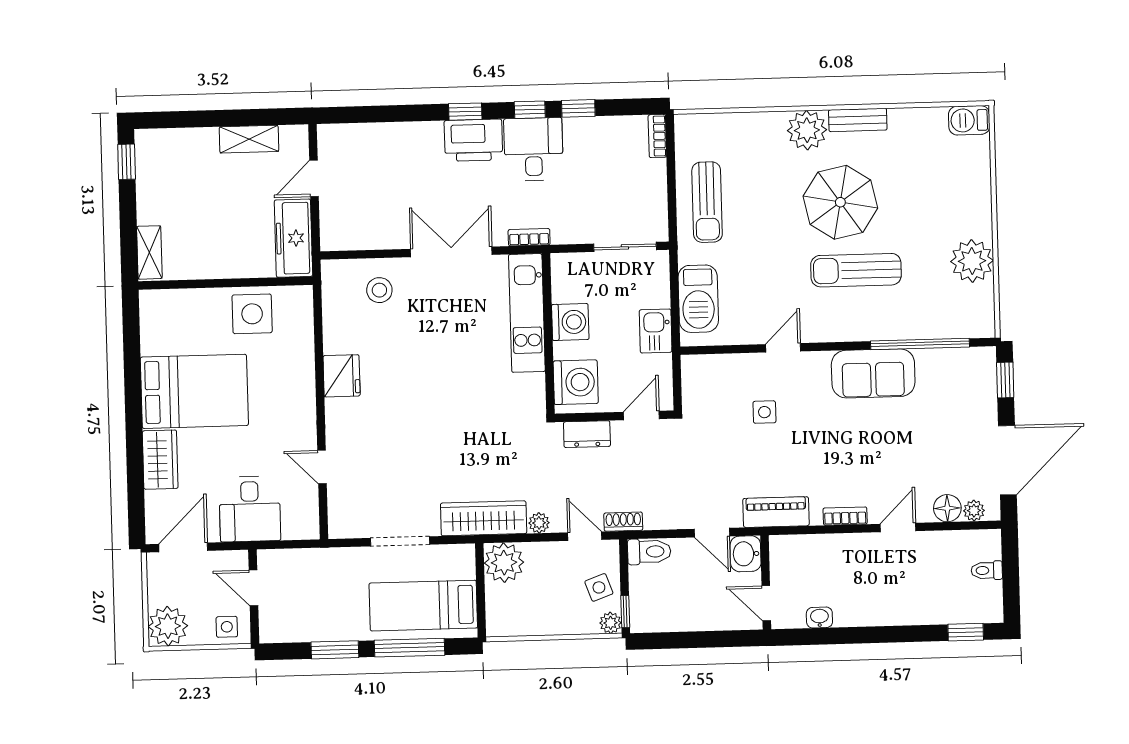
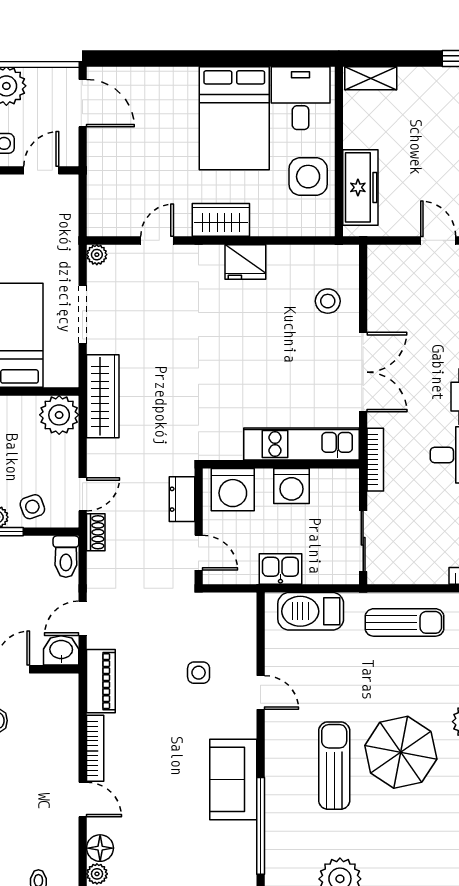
sun lounger: (707, 202) -> (404, 622), turned 180
bookcase: (529, 237) -> (375, 460), width x1.56
freezer: (293, 238) -> (360, 187), moved, turned 90
wardrobe: (160, 460) -> (221, 220), moved, turned 180
desk: (250, 509) -> (301, 98), moved, turned 90
bookcase: (845, 516) -> (95, 748), width x1.56
plant: (539, 523) -> (97, 255), moved

